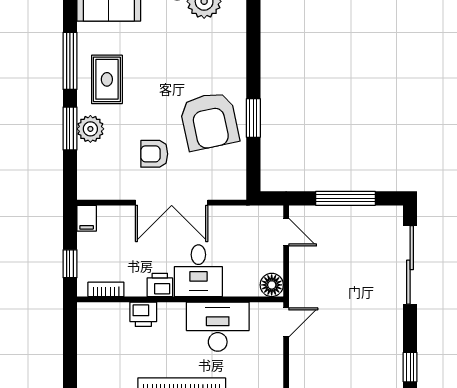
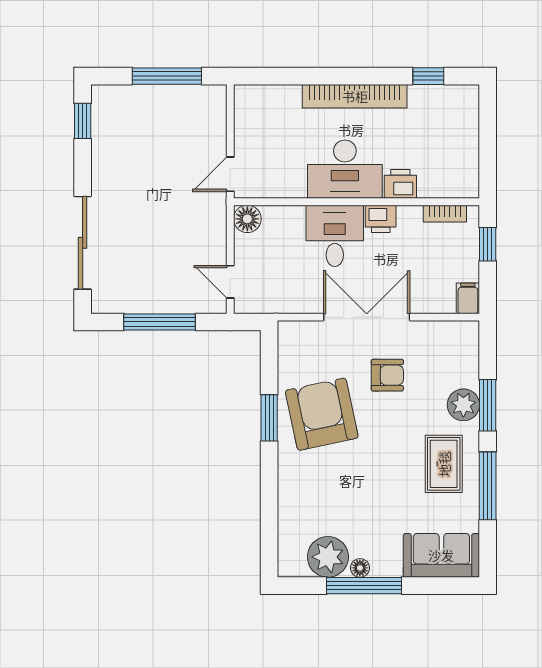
desk: (218, 327) -> (345, 169), moved

